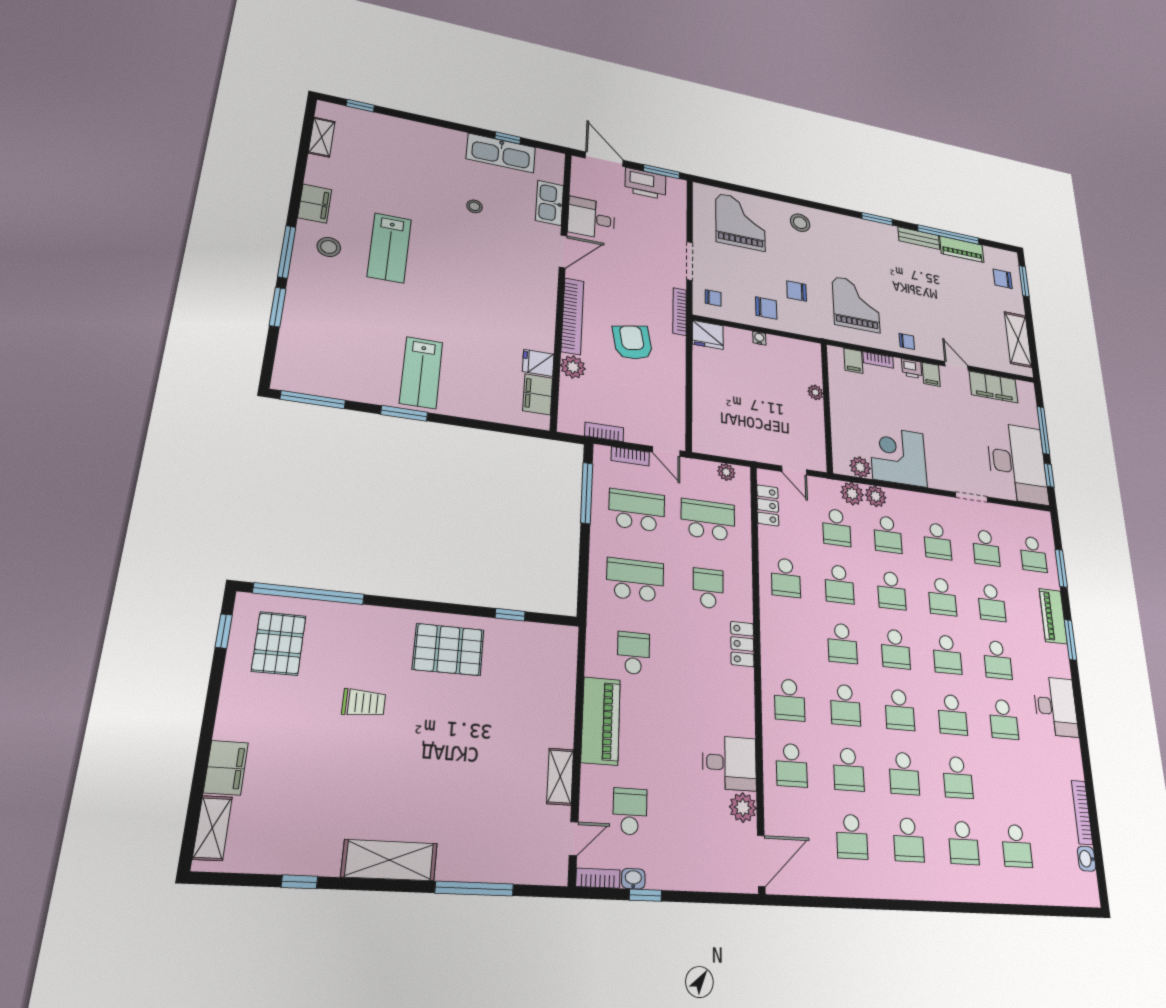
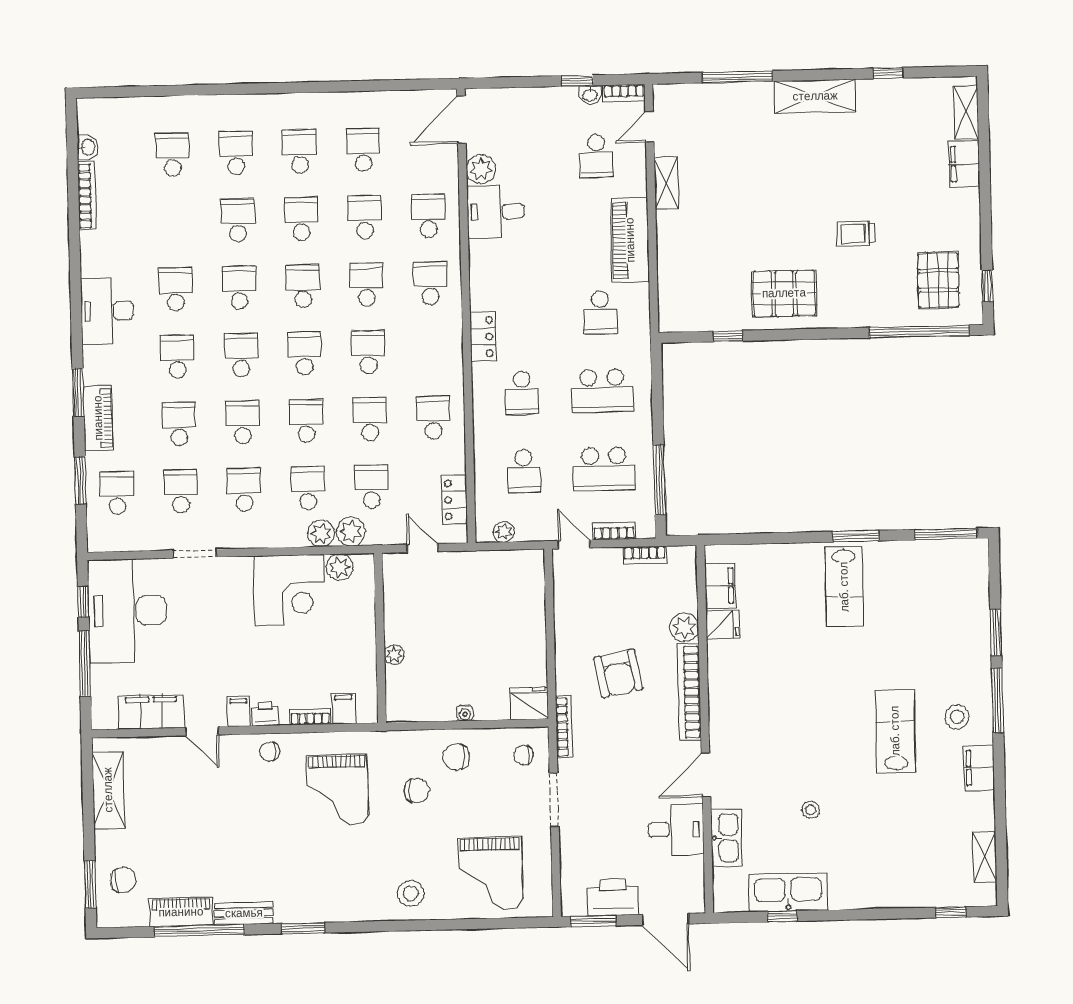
lab bench: (421, 373) -> (844, 587), turned 180
school desk: (708, 520) -> (524, 471), width x0.54

